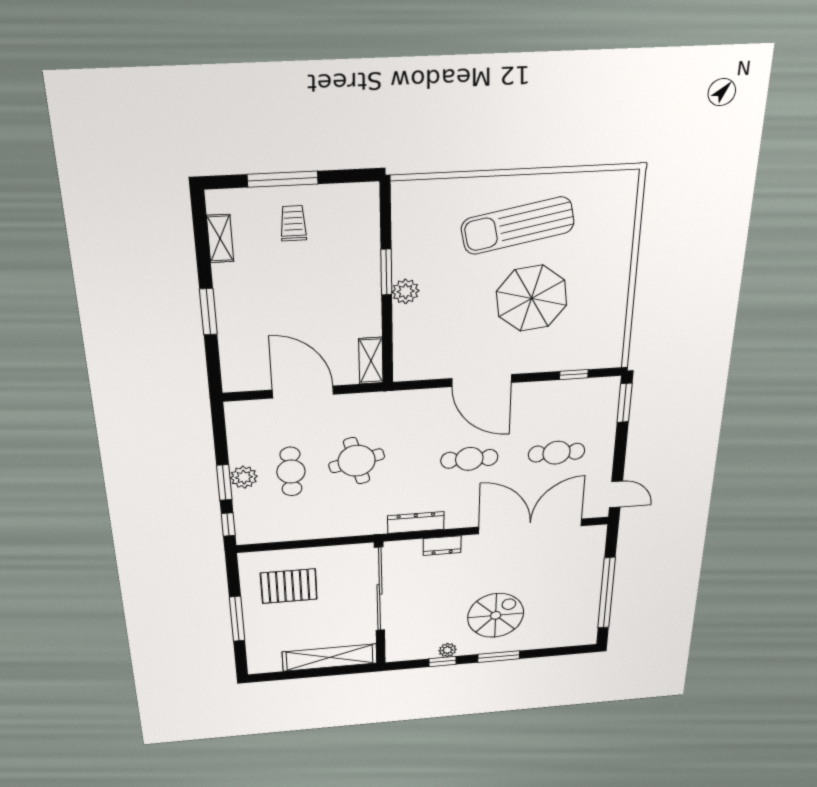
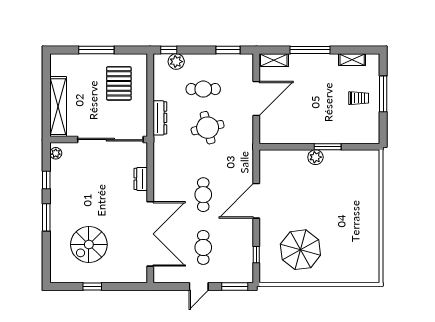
sun lounger: (518, 226) -> (351, 218), removed
parasol: (532, 298) -> (300, 250), moved
window: (208, 312) -> (310, 50), width x1.44
shelving: (371, 361) -> (274, 60), moved
plant: (244, 477) -> (176, 62), moved
window: (224, 483) -> (228, 50), moved
door: (616, 494) -> (199, 287), moved
dresser: (416, 522) -> (160, 118), moved
window: (607, 593) -> (92, 287), width x0.32
spiral stairs: (496, 615) -> (89, 245), moved, turned 90
plant: (447, 650) -> (56, 153), moved

